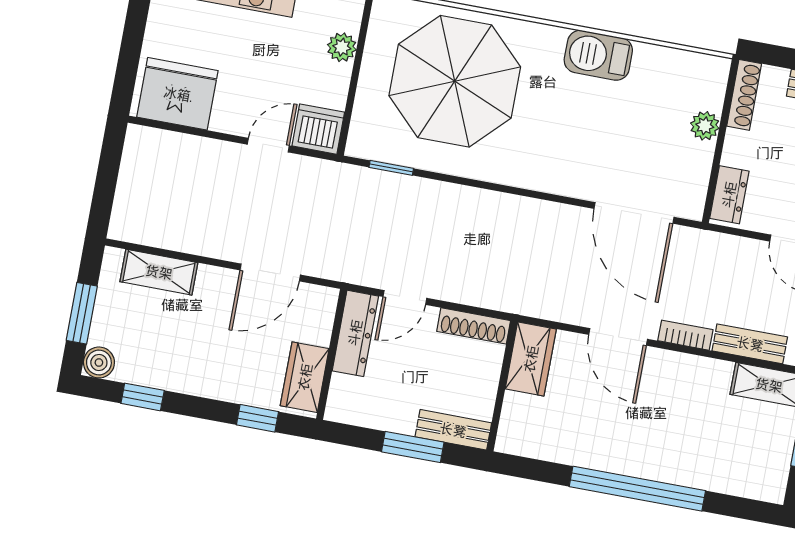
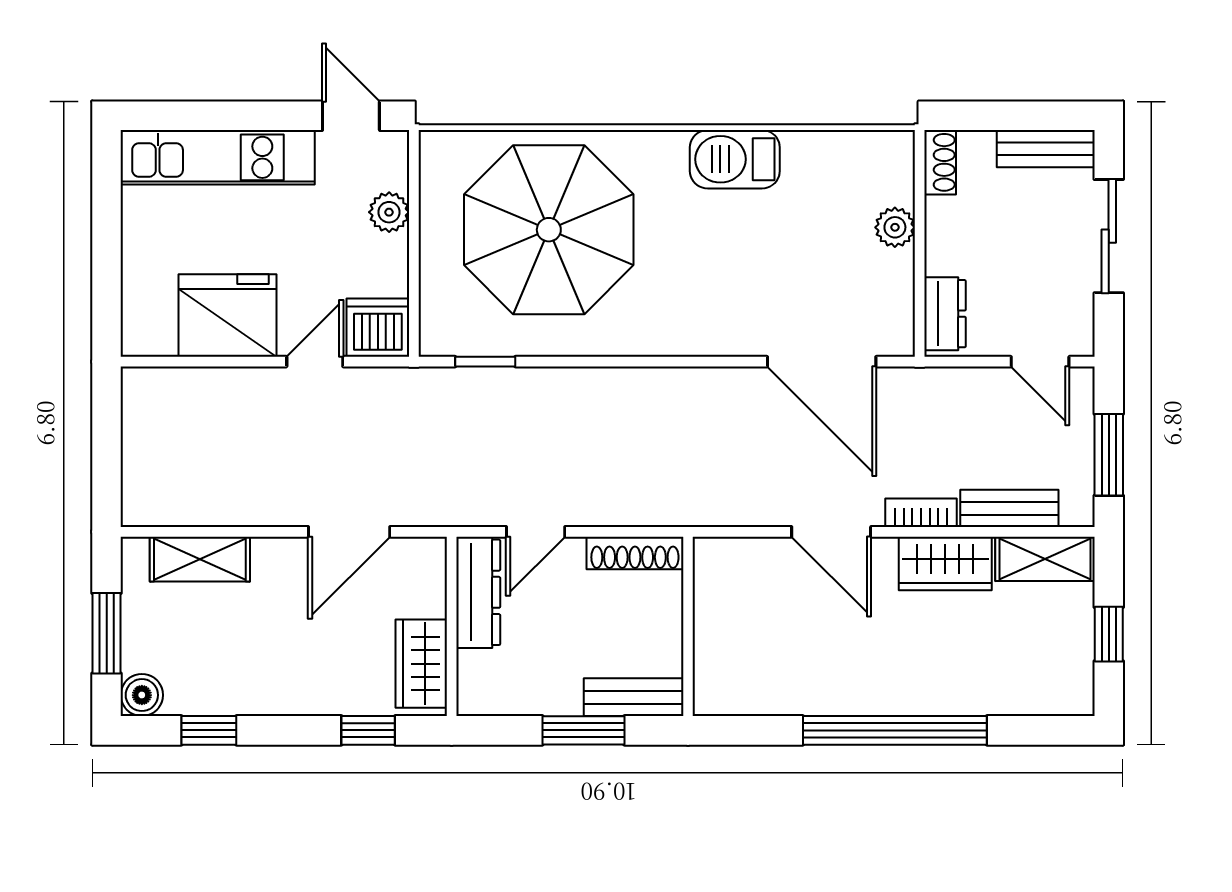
fridge: (177, 94) -> (228, 315), moved
shoe rack: (744, 95) -> (940, 162), width x0.70
wardrobe: (531, 359) -> (945, 563), moved, turned 90

